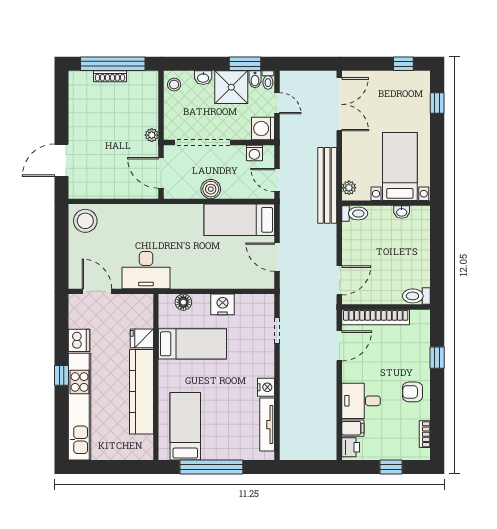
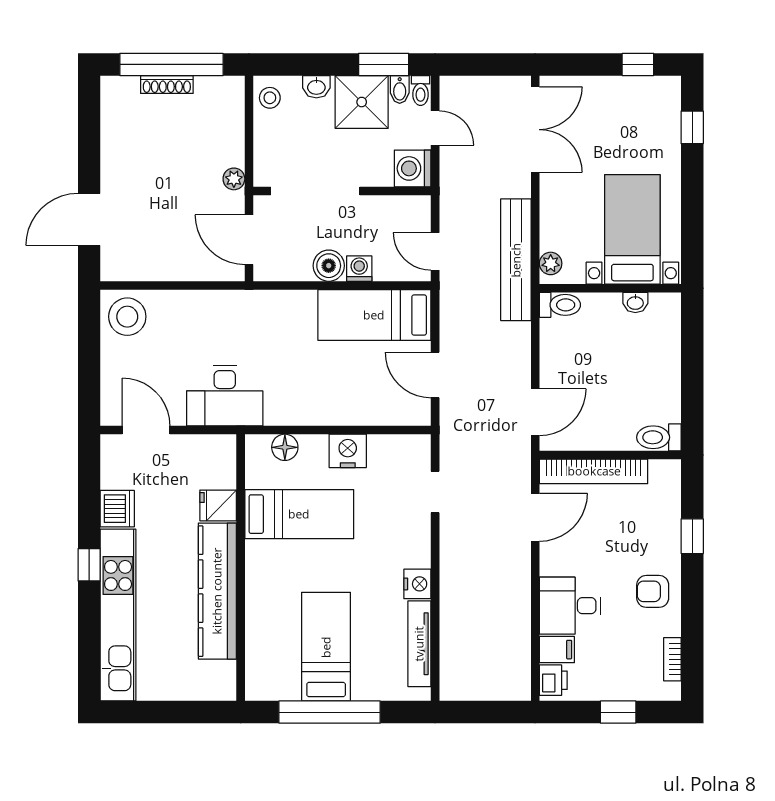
washing machine: (254, 153) -> (359, 269), moved, turned 180
bed: (185, 426) -> (326, 647), moved

